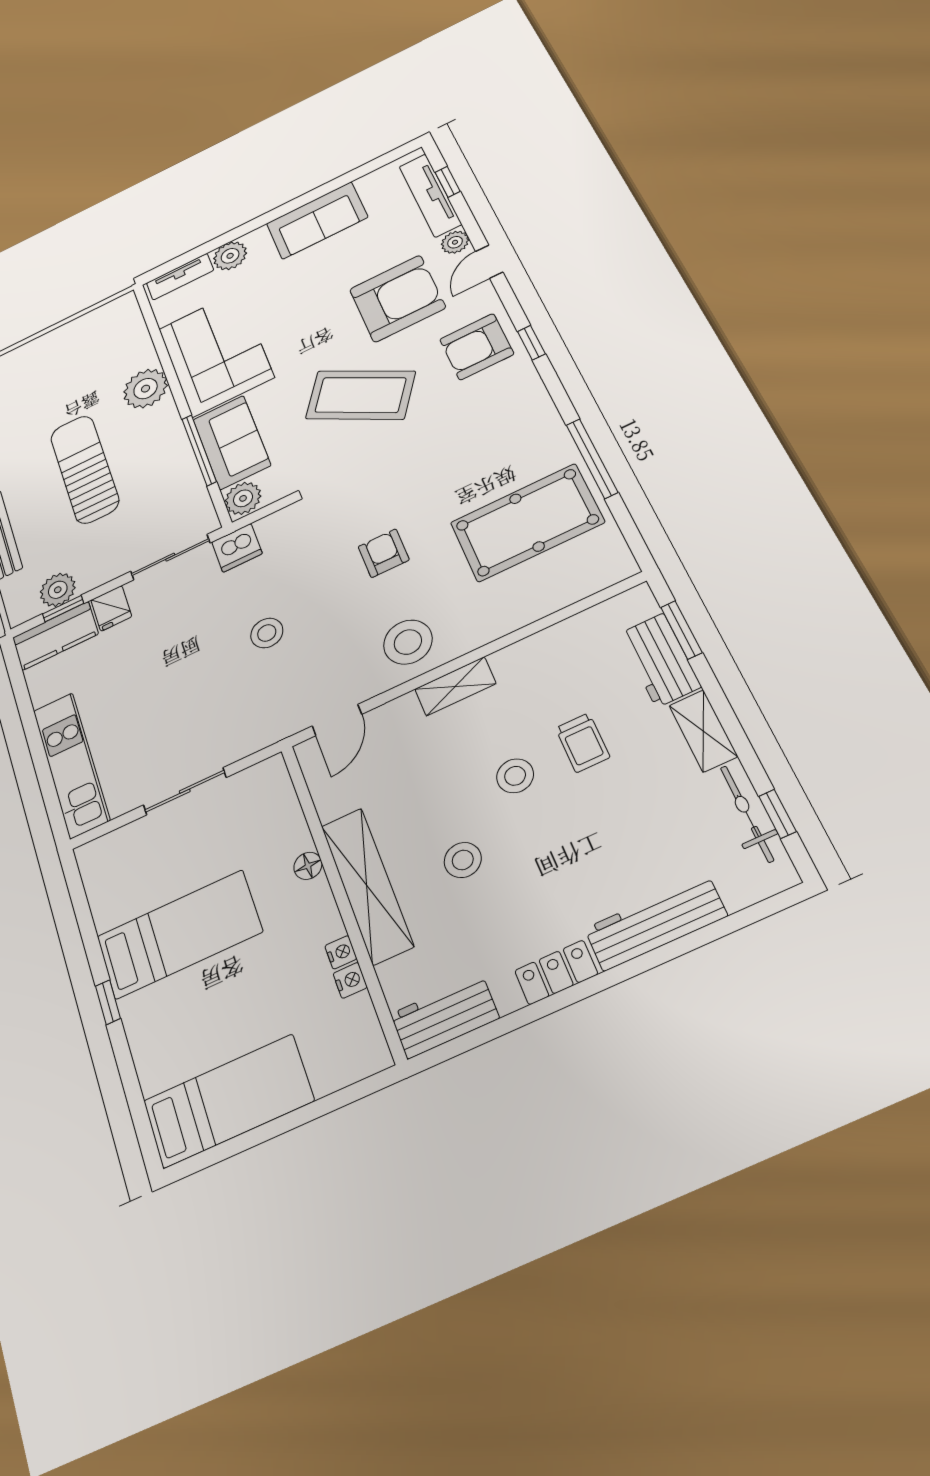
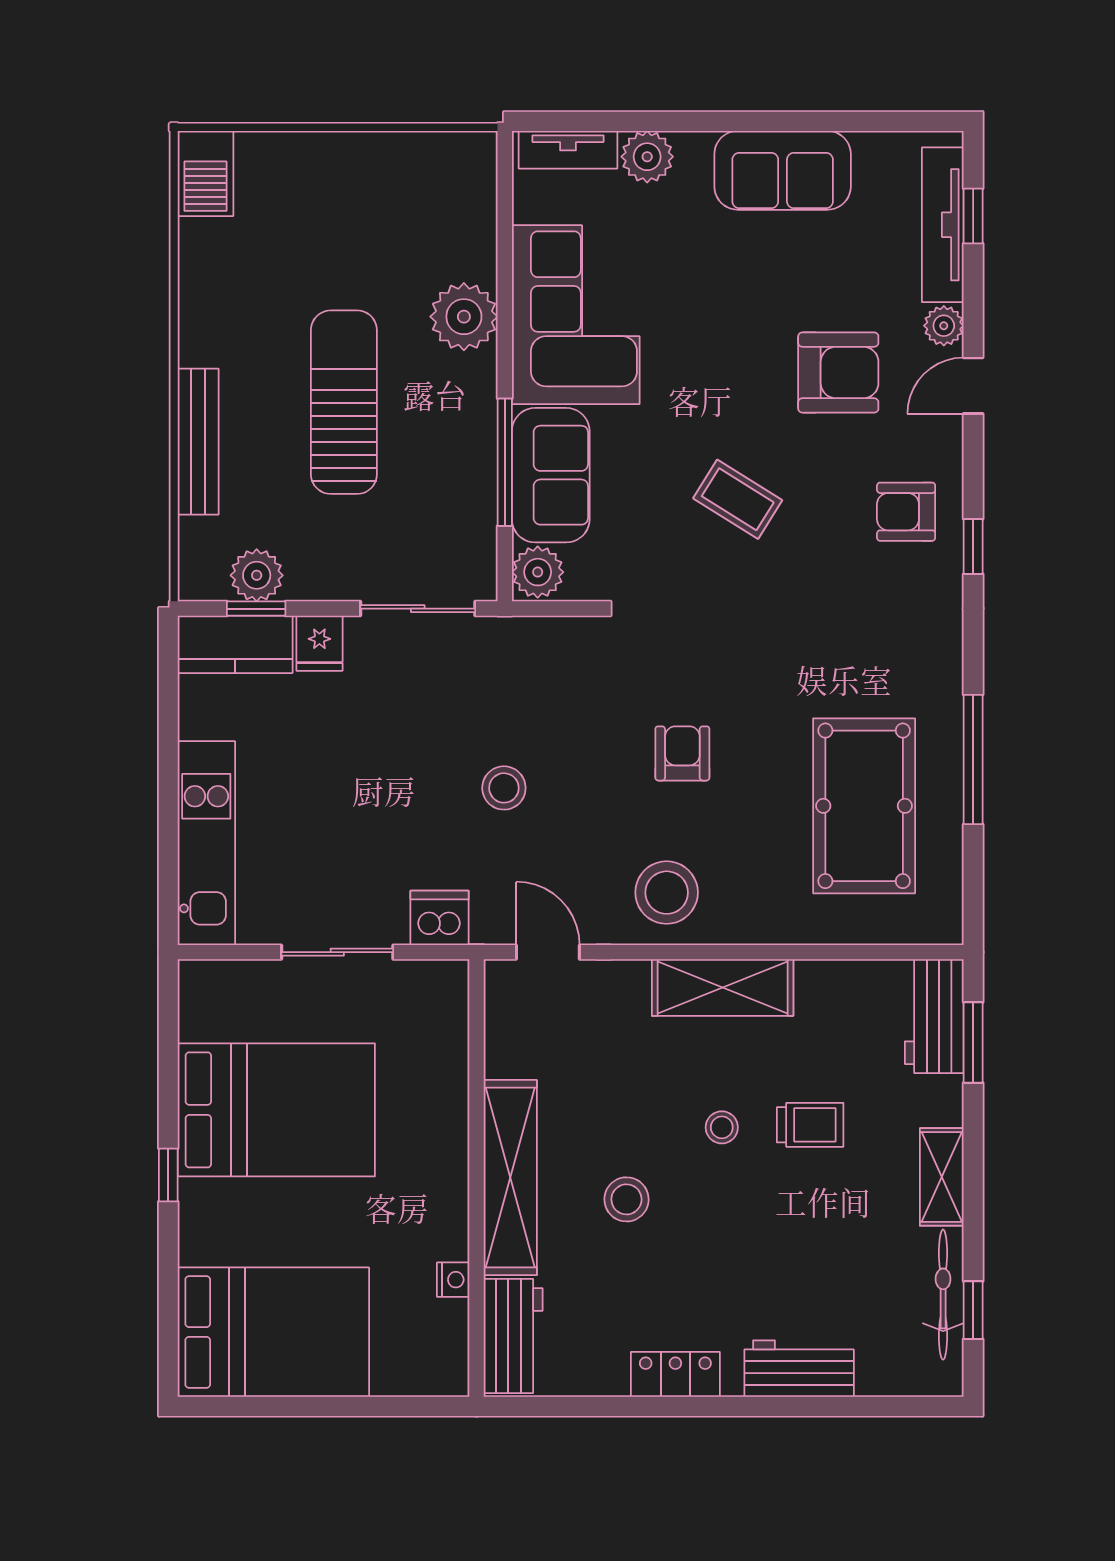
armchair: (397, 299) -> (838, 373), width x0.73, depth x0.73
armchair: (477, 347) -> (906, 512), width x0.72, depth x0.72
coffee table: (360, 395) -> (738, 499), width x0.54, depth x0.58
pool table: (527, 522) -> (864, 806), turned 90
dishwasher: (237, 548) -> (440, 918), moved, turned 180
workbench: (660, 660) -> (934, 1016), moved
shelving: (455, 686) -> (723, 987), width x1.50, depth x1.33
door: (337, 720) -> (548, 952), swing flipped
trolley: (583, 743) -> (810, 1125), turned -90
stool: (515, 776) -> (722, 1127), width x0.73, depth x0.73
floor lamp: (308, 866) -> (452, 1121), removed
workbench: (656, 922) -> (799, 1369), width x0.73
bed: (179, 934) -> (276, 1110), width x1.50
nightstand: (341, 952) -> (454, 1242), removed
workbench: (445, 1016) -> (513, 1336), moved, turned 90
bed: (228, 1101) -> (273, 1332), width x1.50

